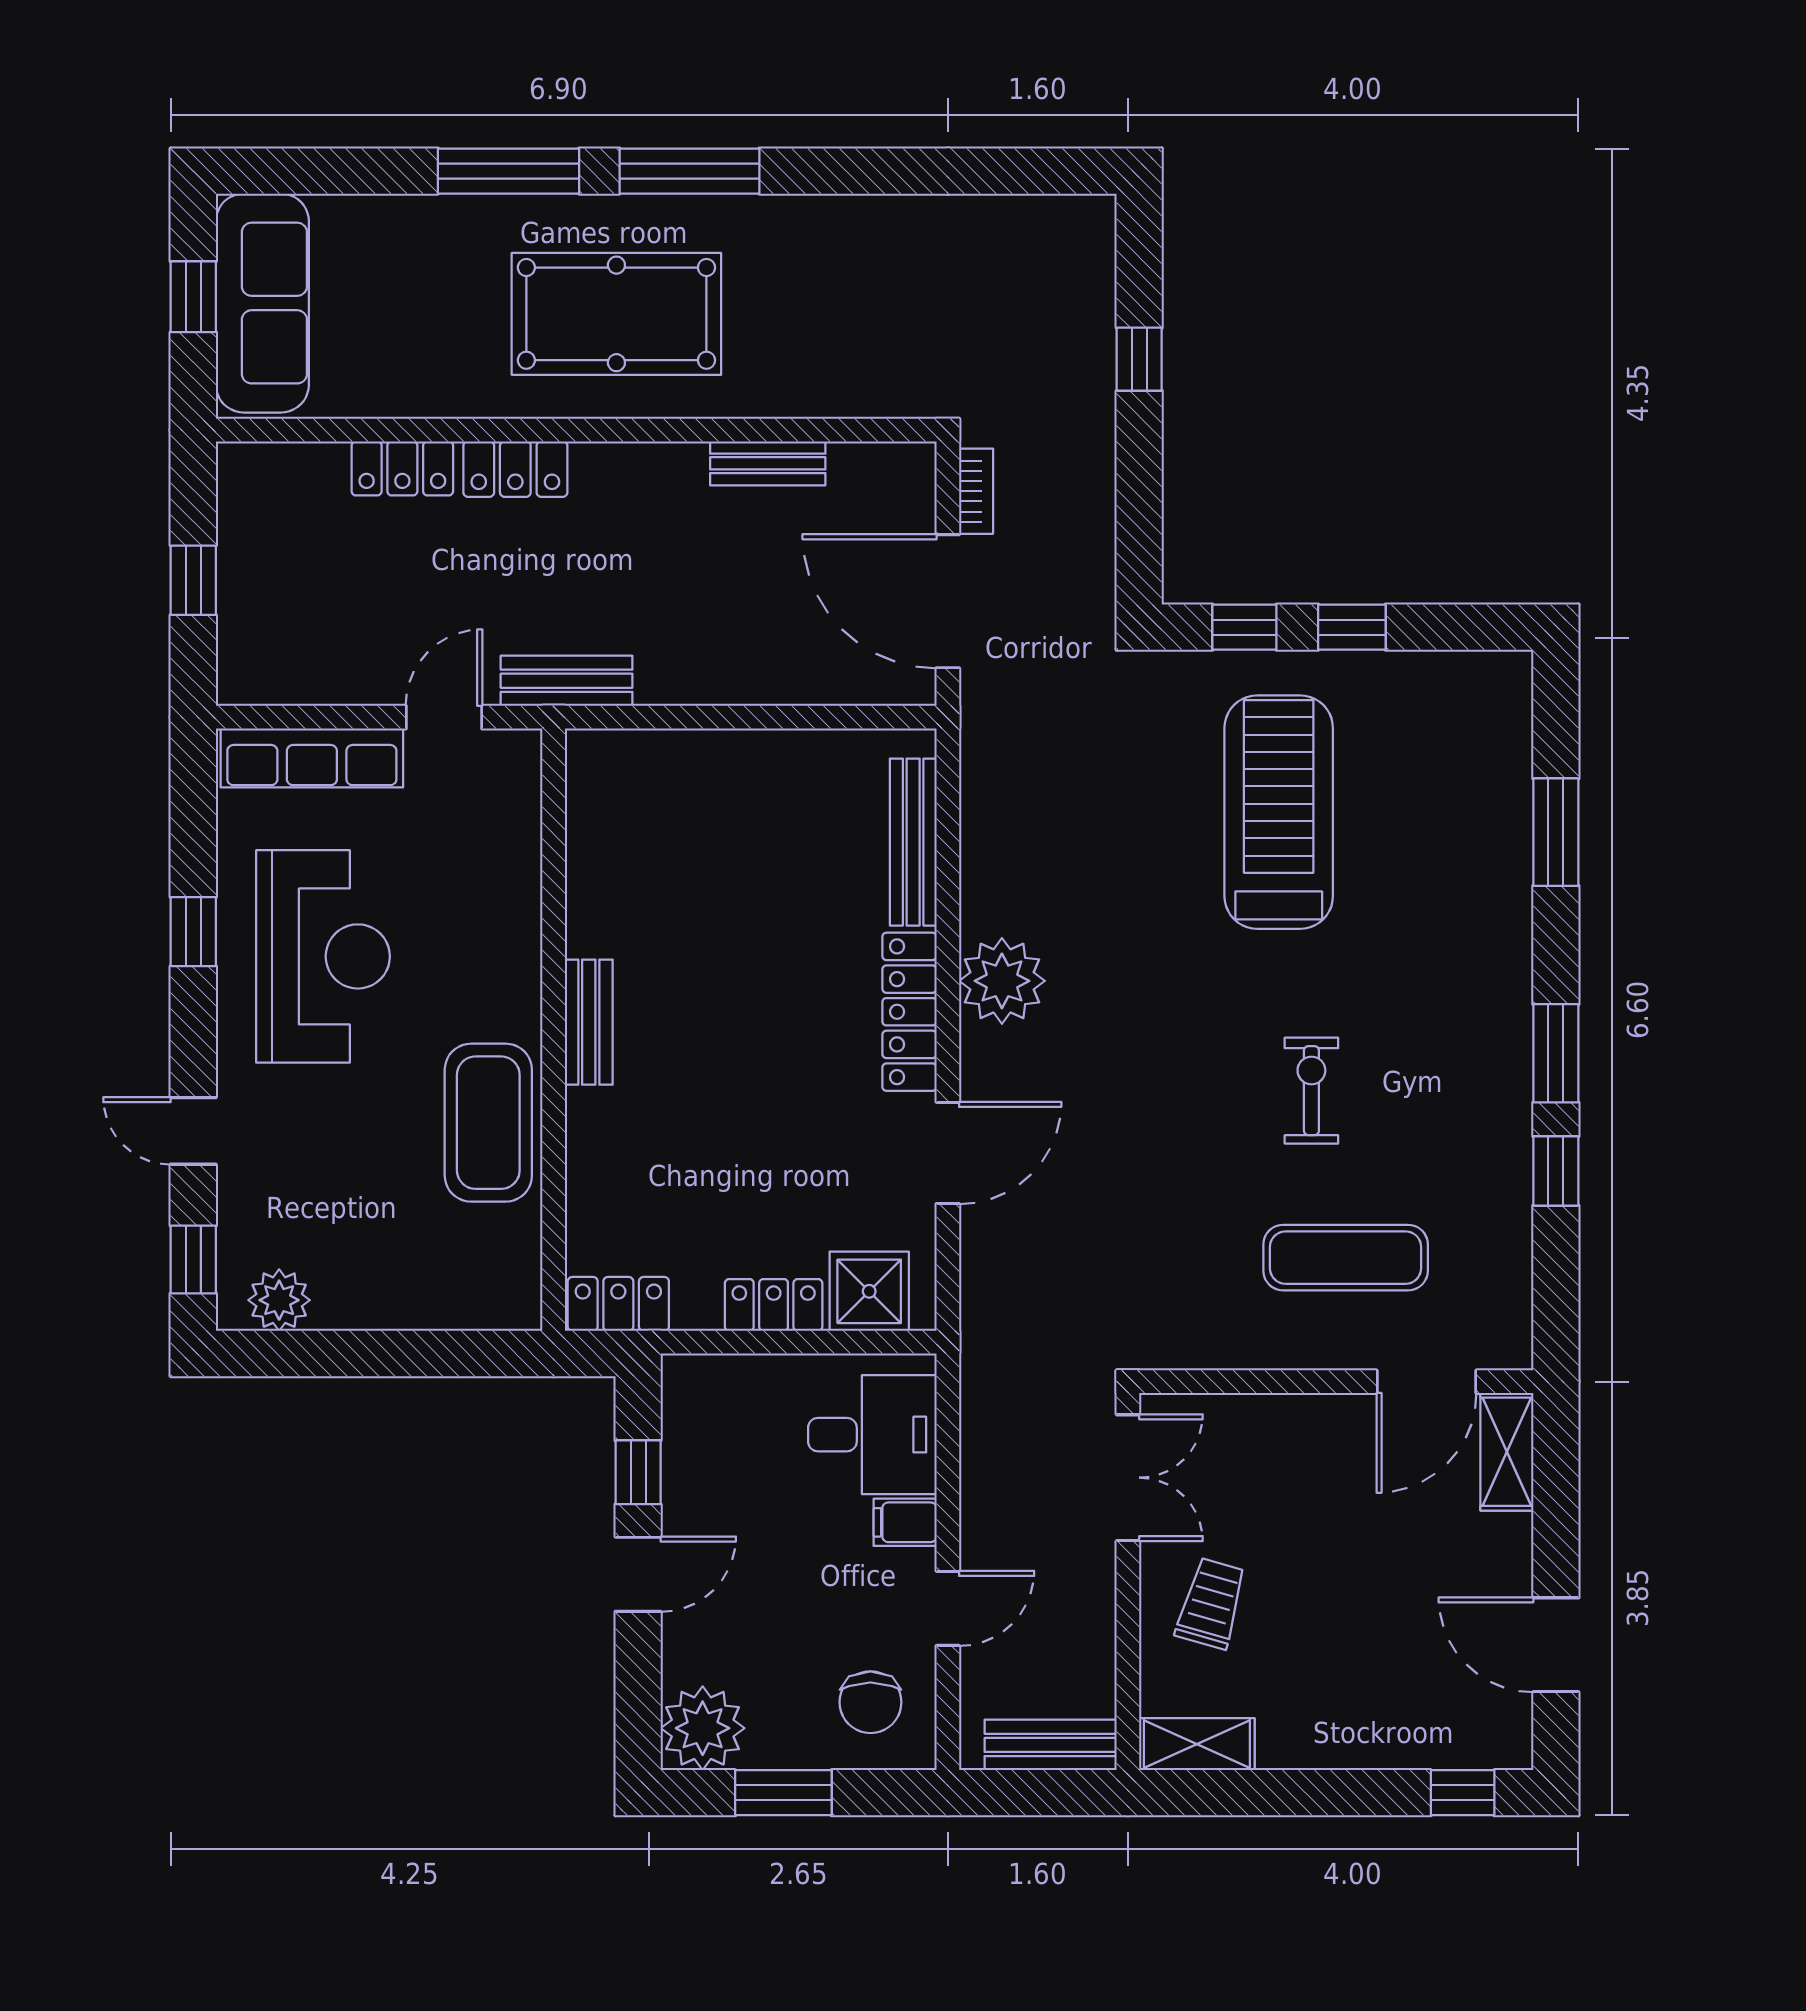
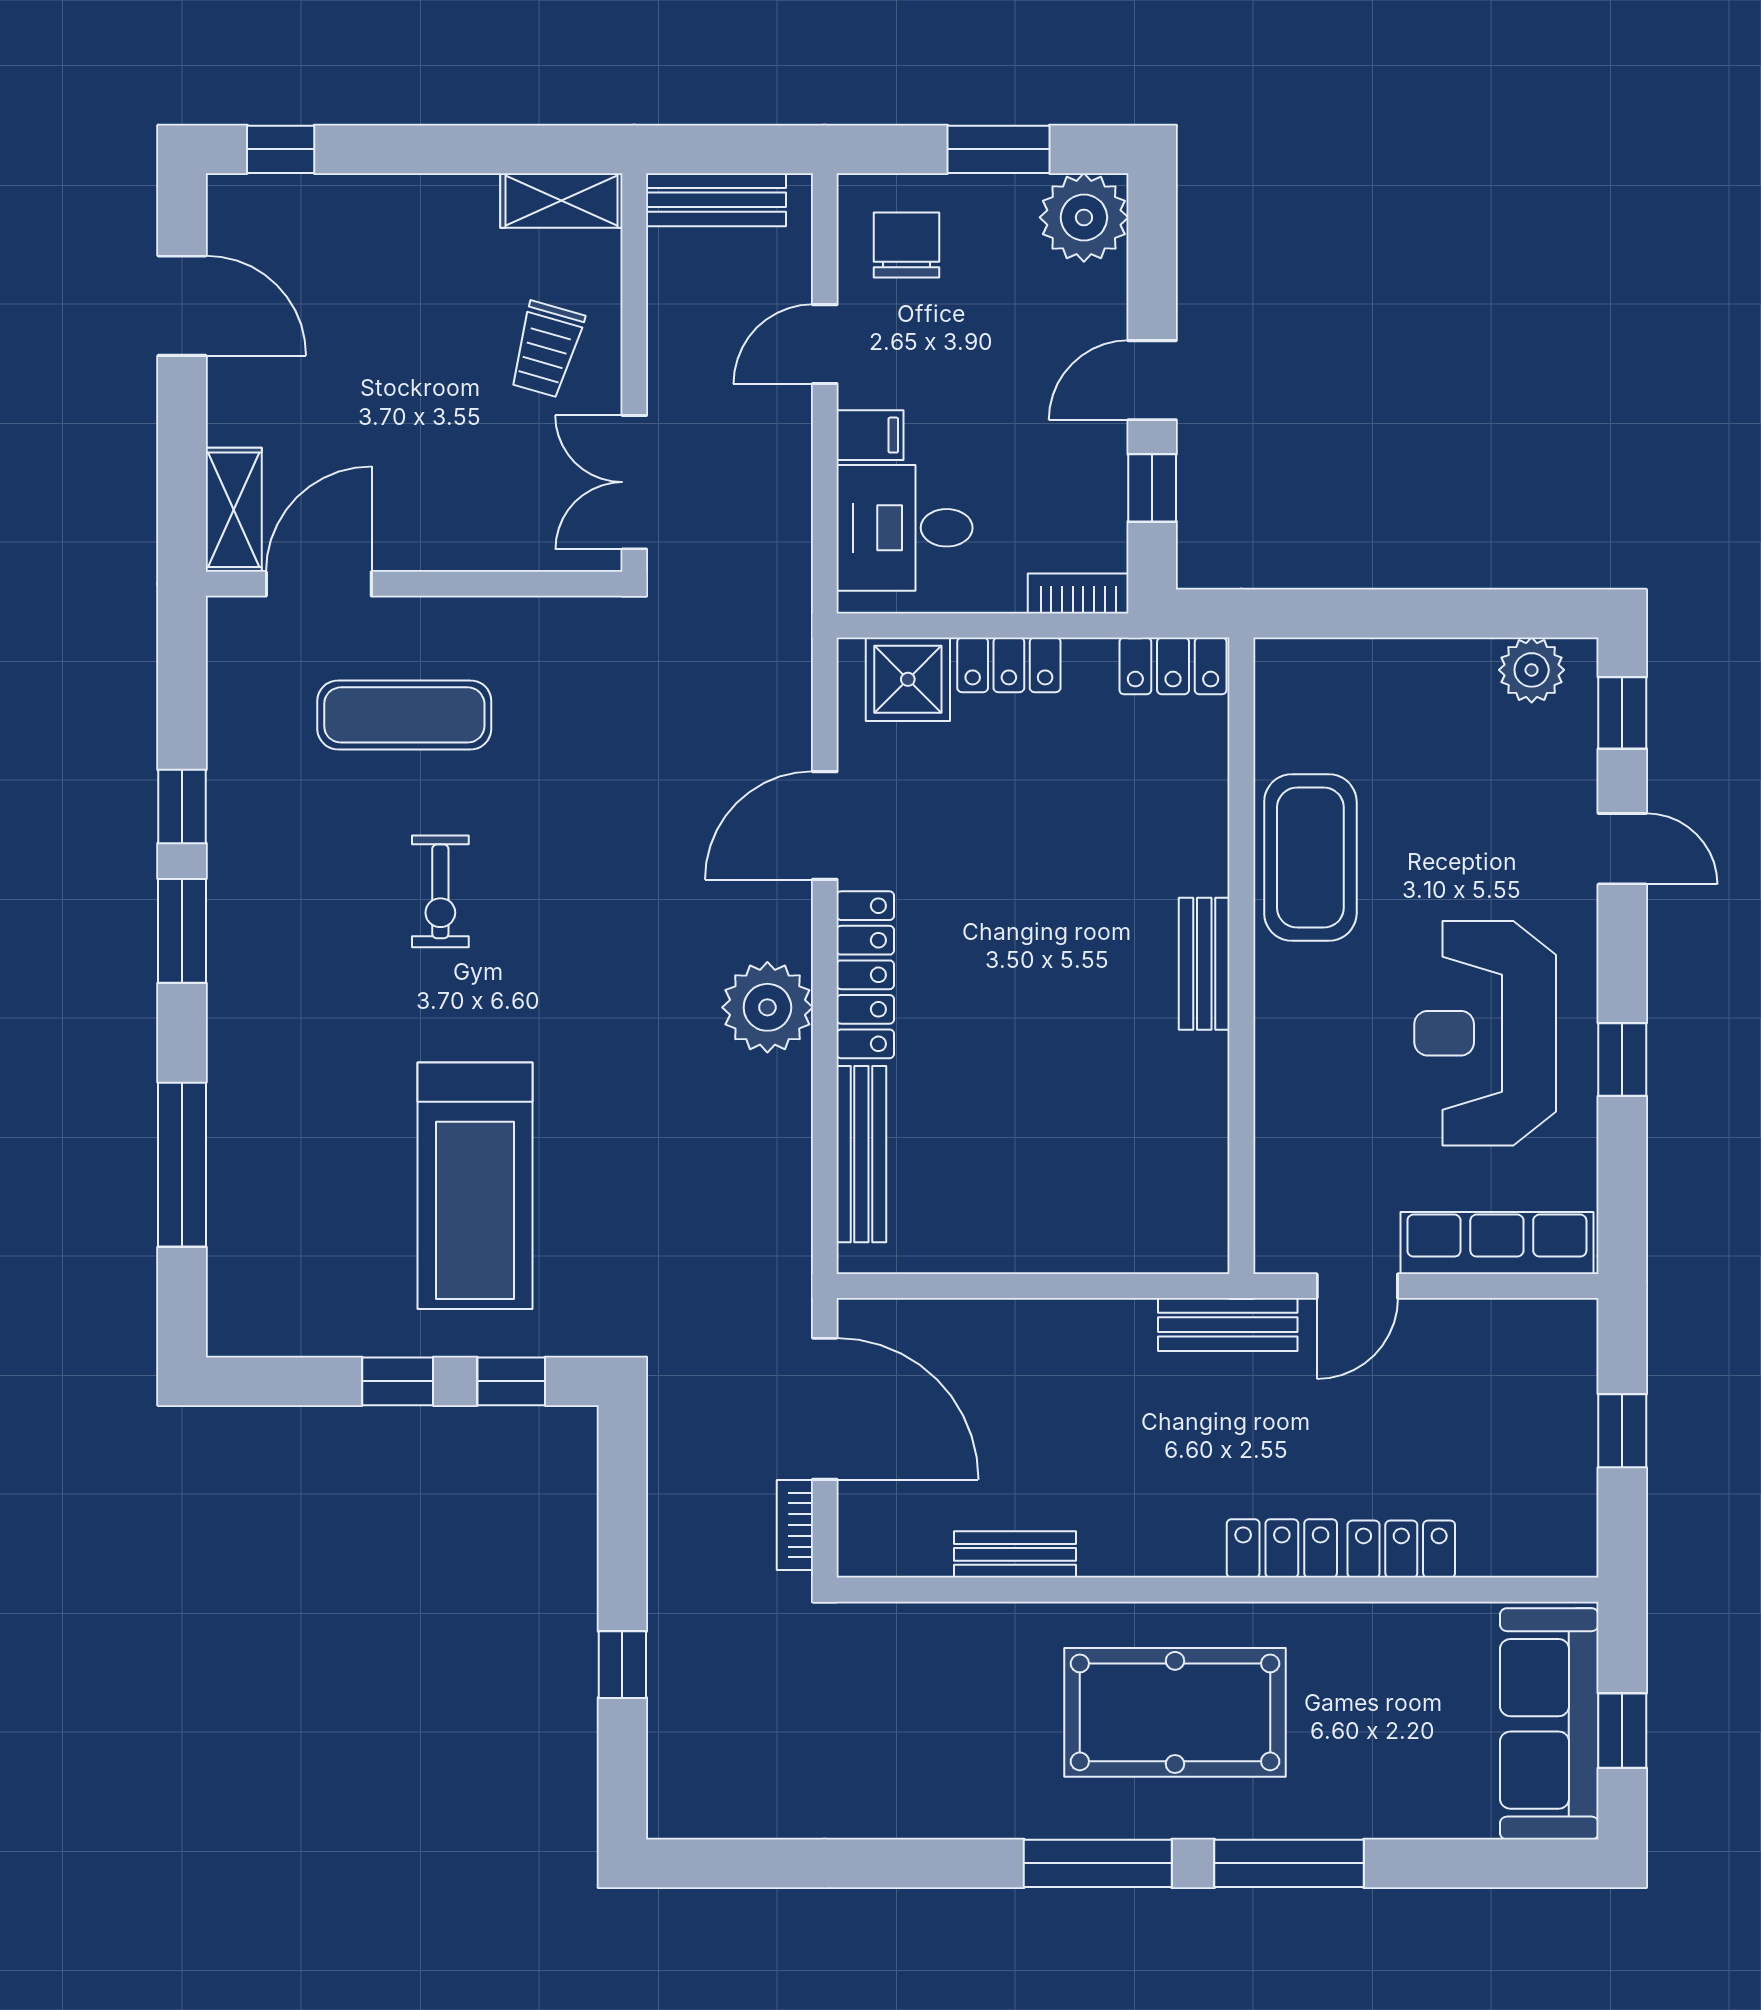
window: (1556, 832) -> (182, 1165), width x1.44
bookcase: (708, 1372) -> (1078, 593), added

